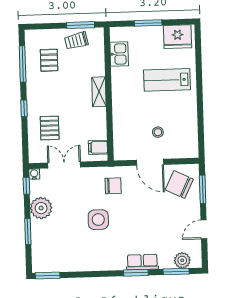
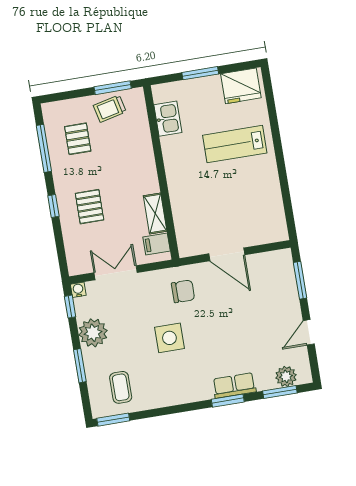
shelving: (99, 92) -> (155, 213), moved
pallet: (50, 128) -> (90, 207), moved
stool: (158, 132) -> (232, 214), removed
chair: (179, 184) -> (269, 278), removed
coffee table: (56, 252) -> (121, 387), added

